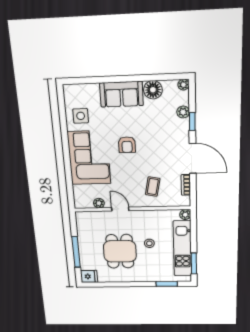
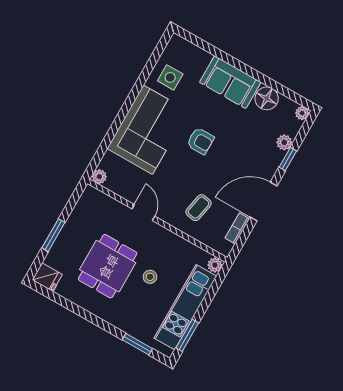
armchair: (127, 145) -> (200, 141), turned -90
door: (193, 158) -> (264, 201), swing flipped
plant: (99, 203) -> (99, 177), moved
window: (76, 252) -> (53, 235), width x0.69

